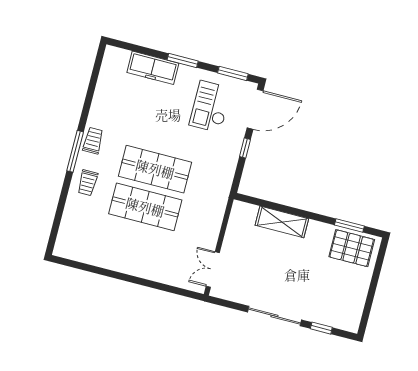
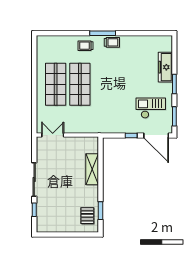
shop shelf: (155, 169) -> (56, 84), moved
pallet: (352, 248) -> (87, 216), width x0.67, depth x0.71

